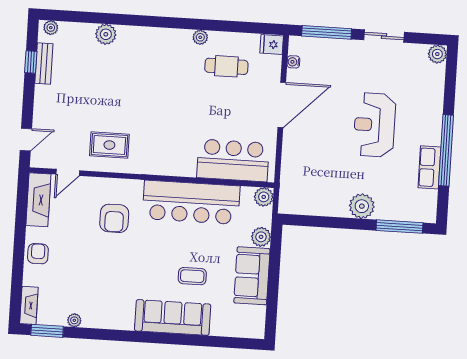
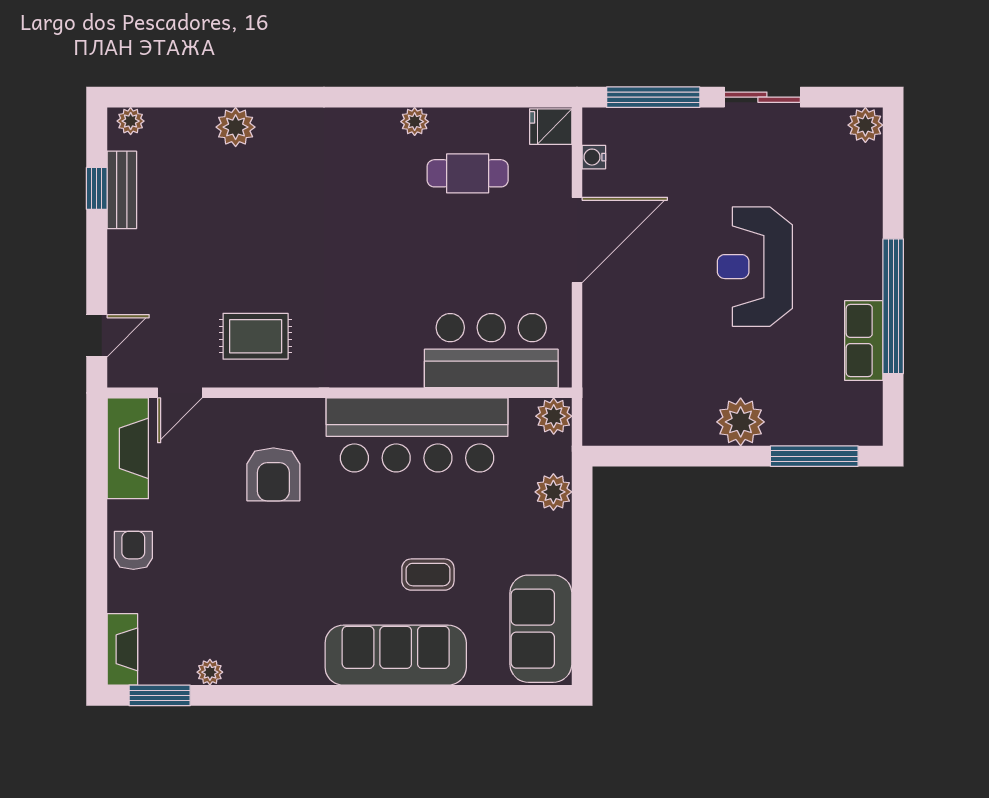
sofa: (252, 276) -> (541, 629), moved

